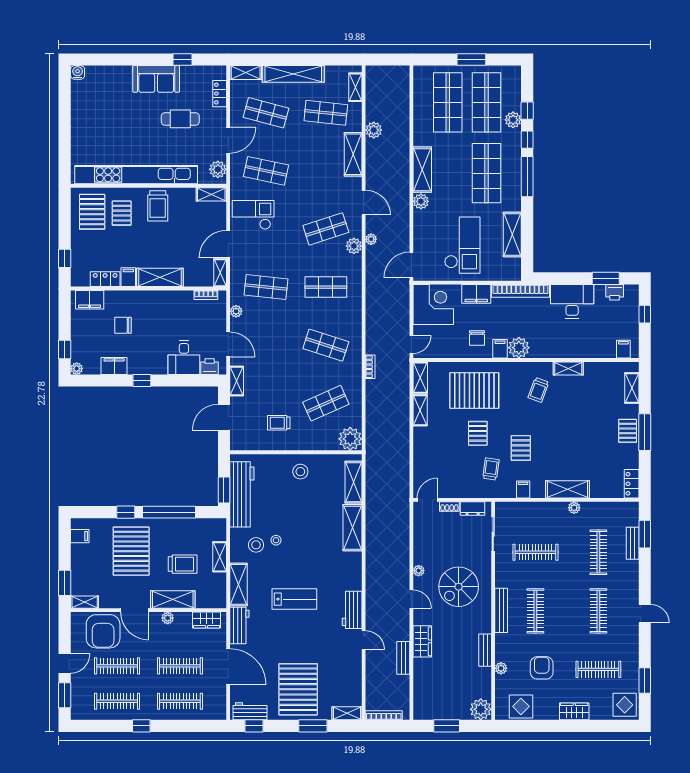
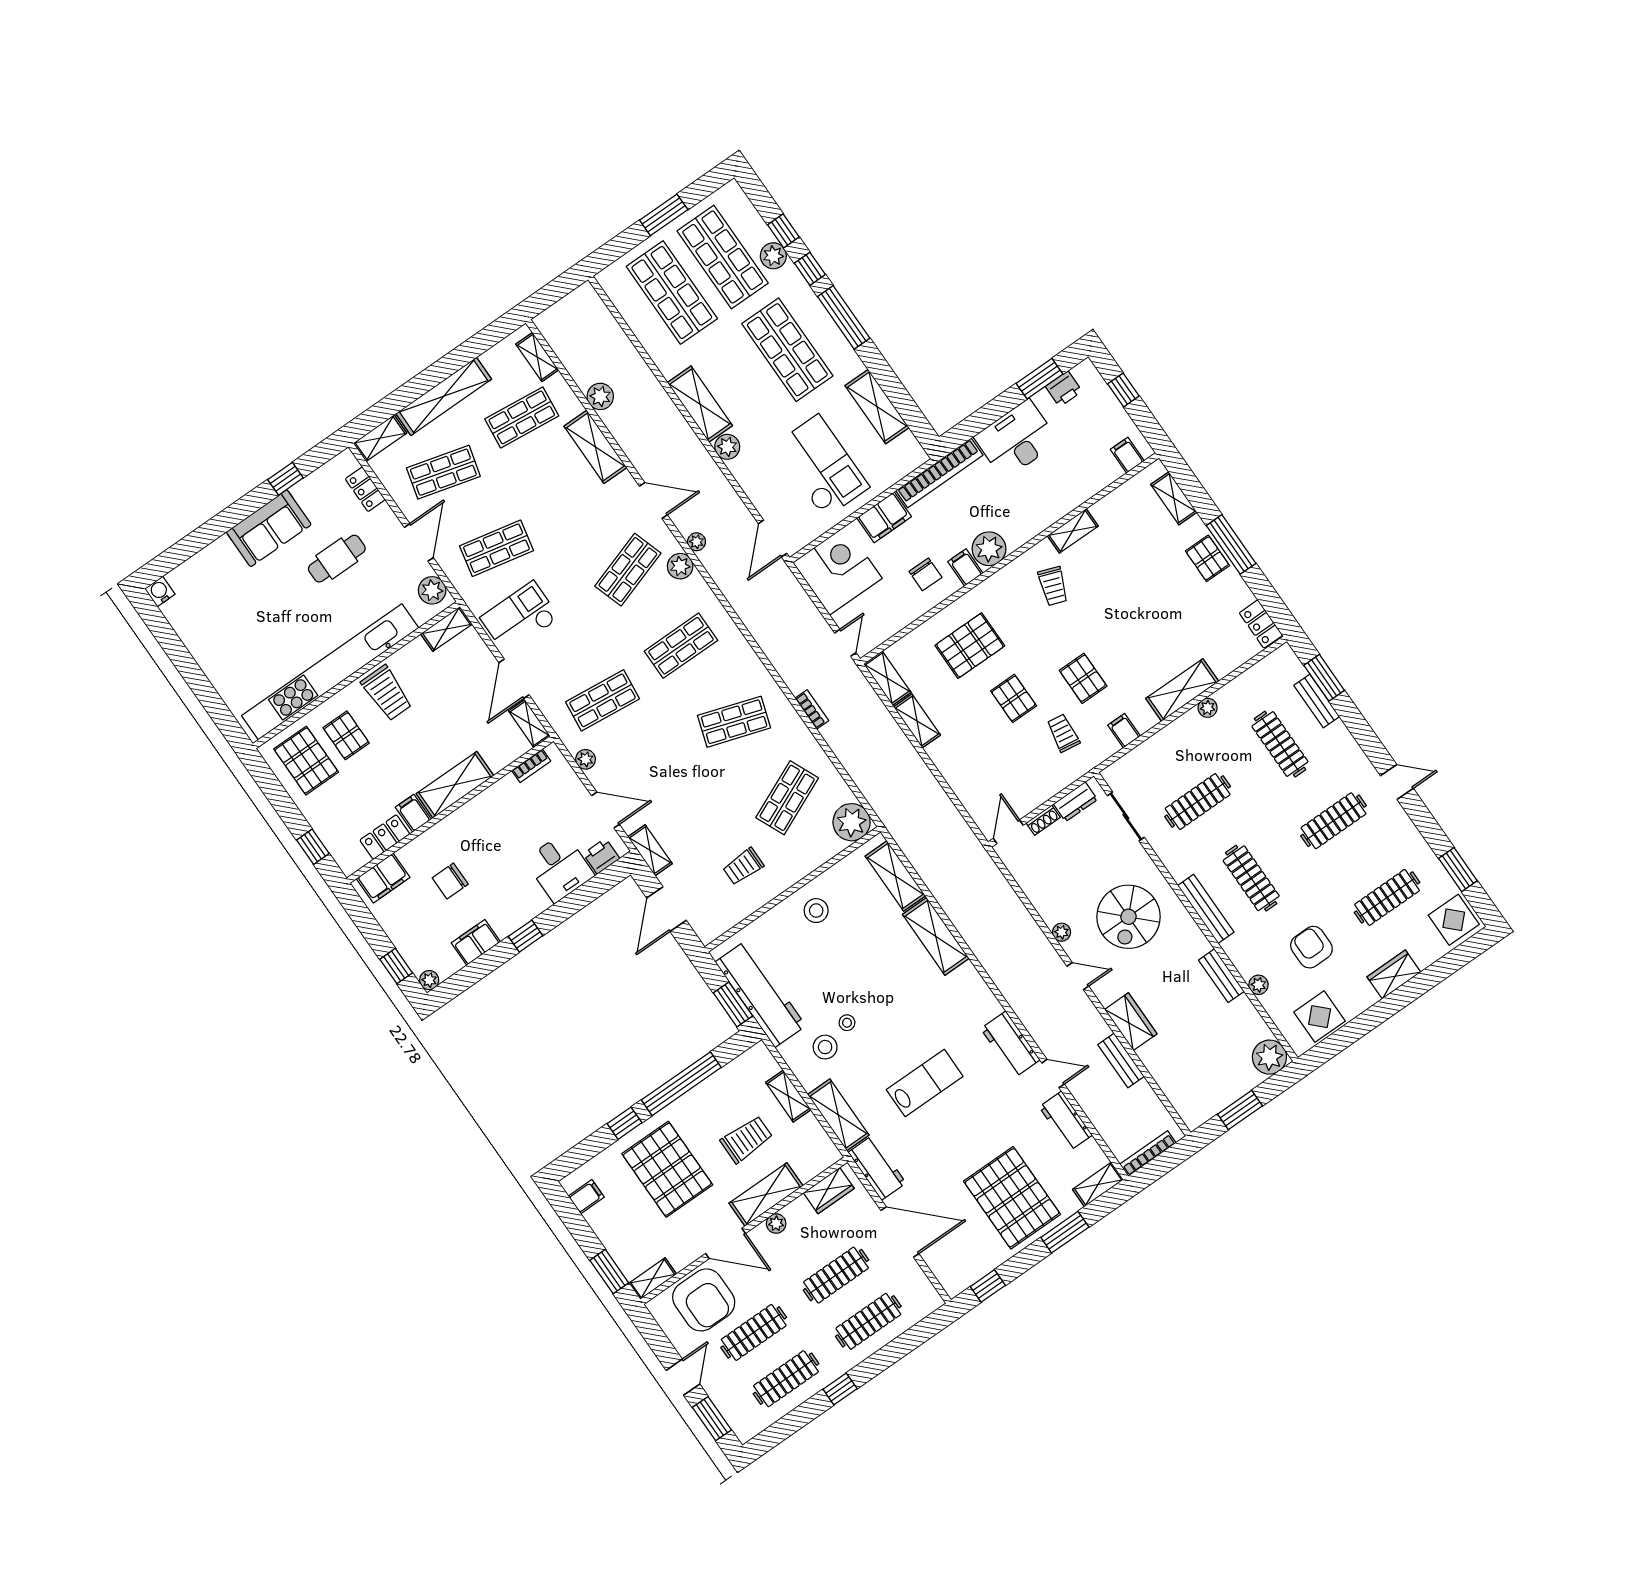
pallet: (474, 391) -> (970, 646), width x0.73, depth x0.71
clothes rail: (598, 611) -> (1334, 821), turned 90
workbench: (250, 711) -> (1066, 1121), moved, turned -90

